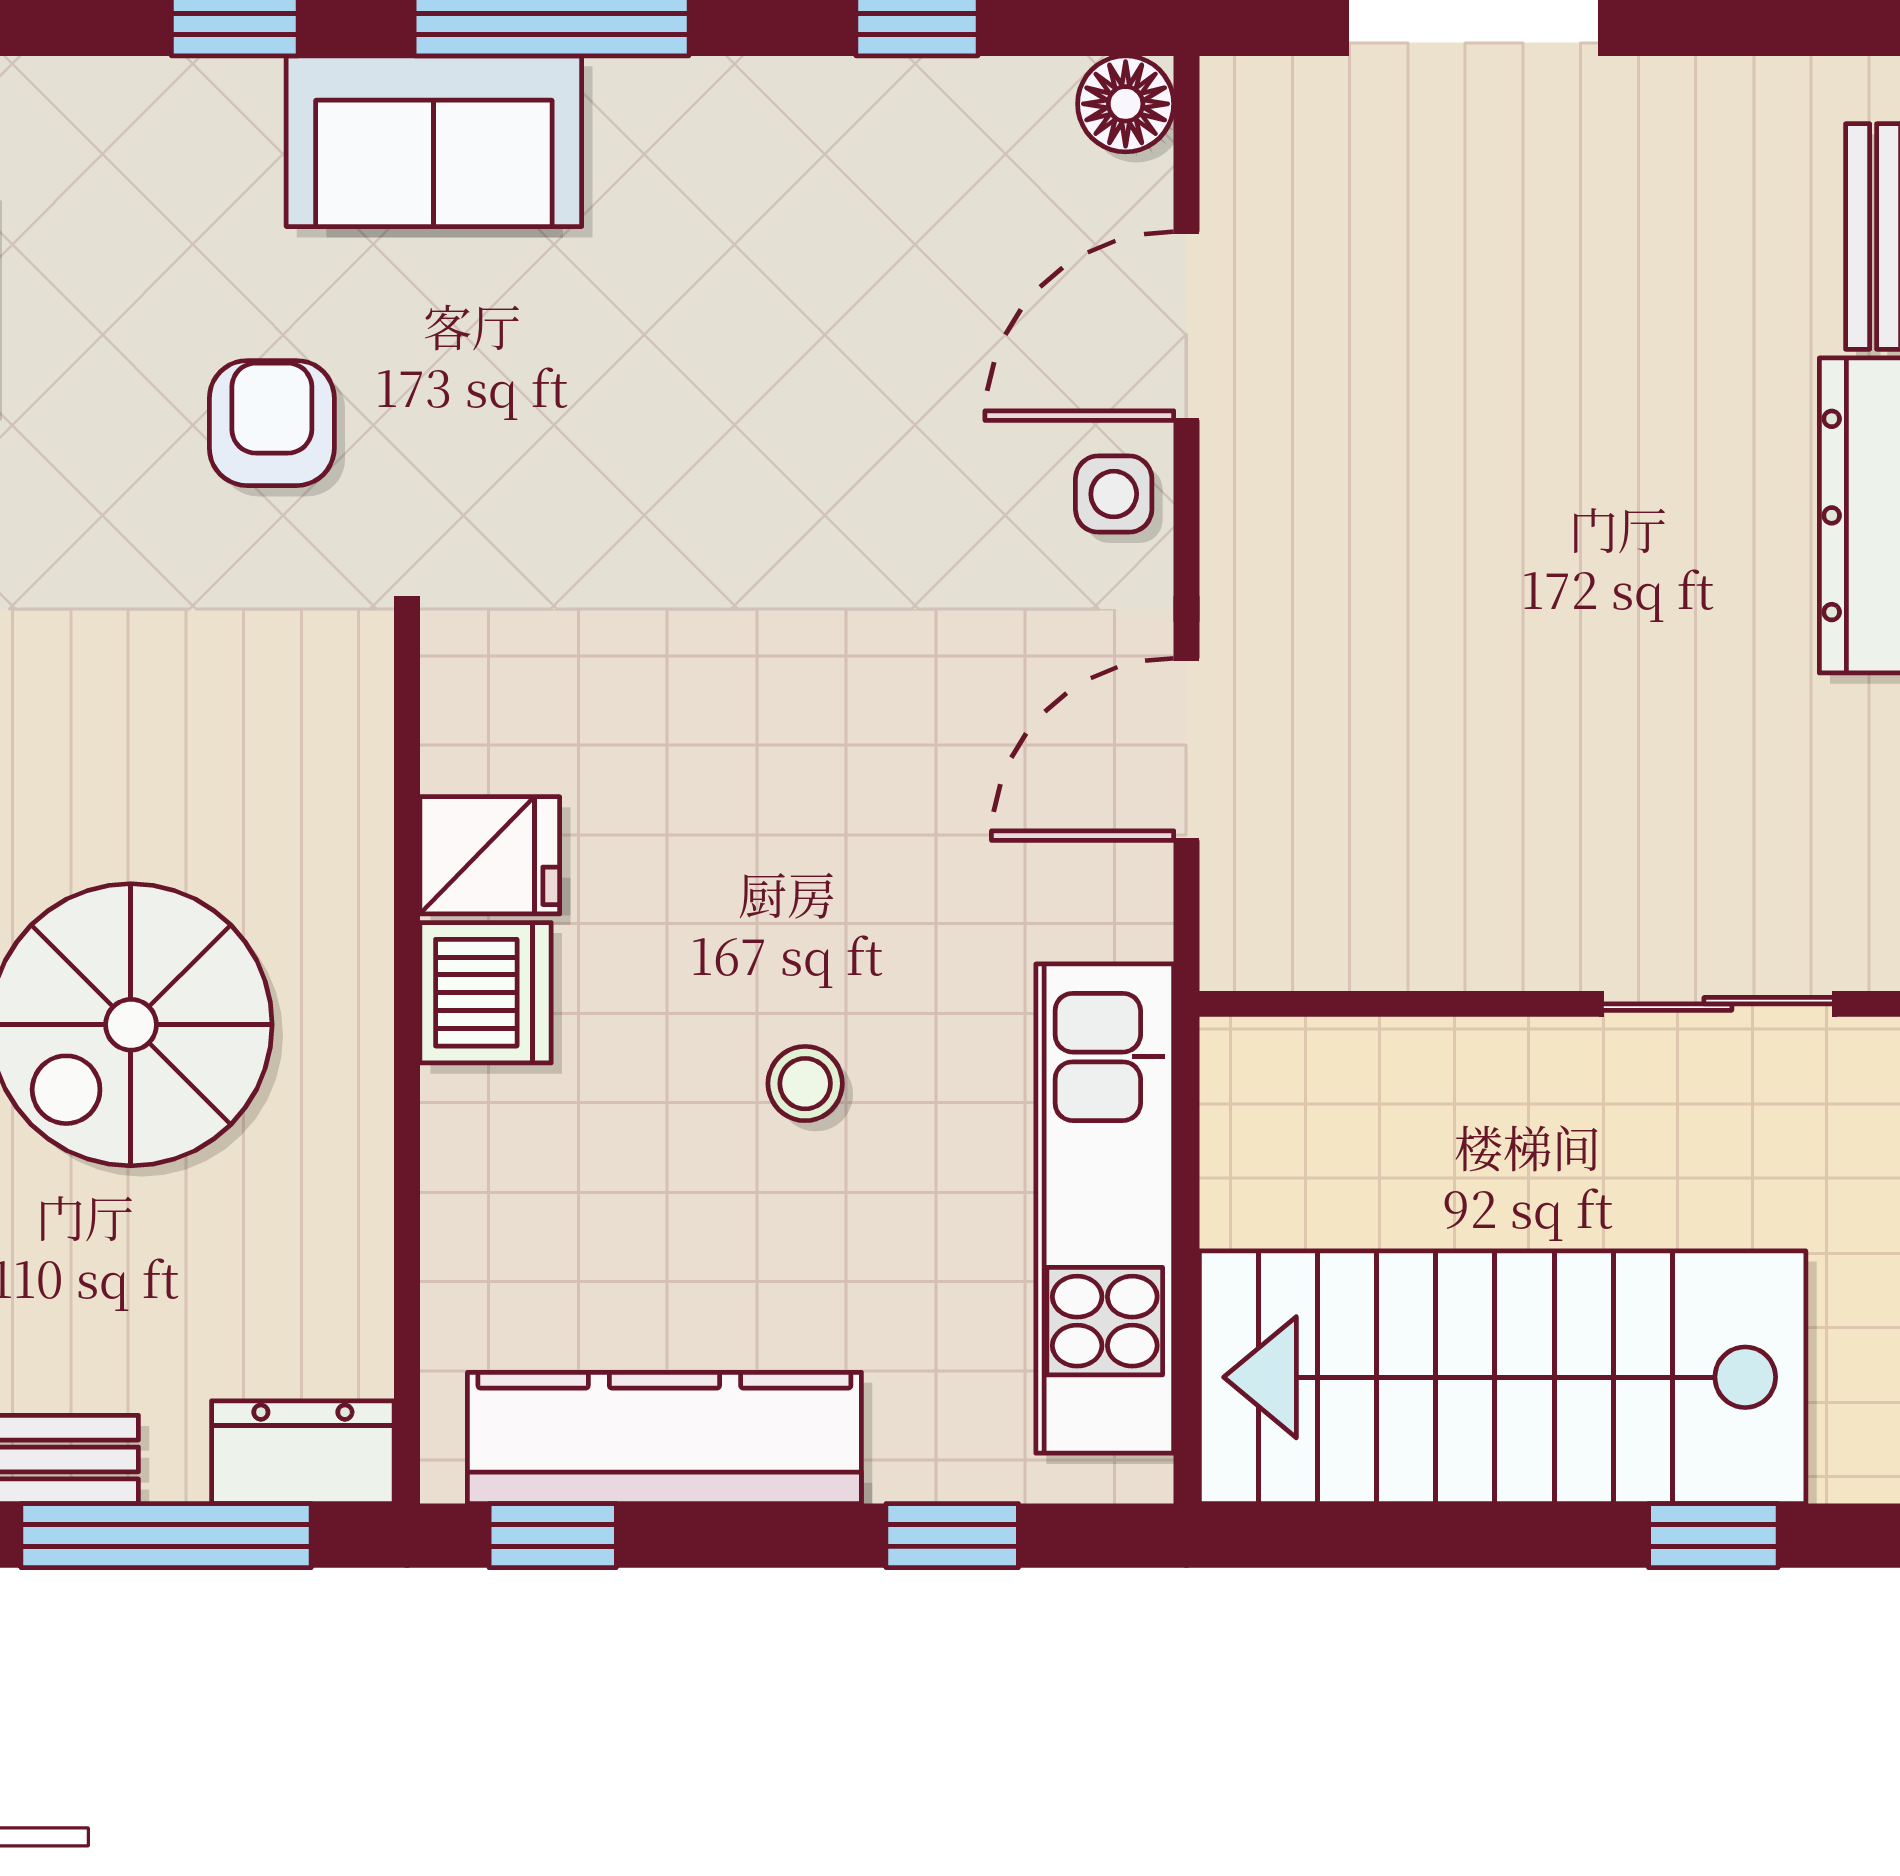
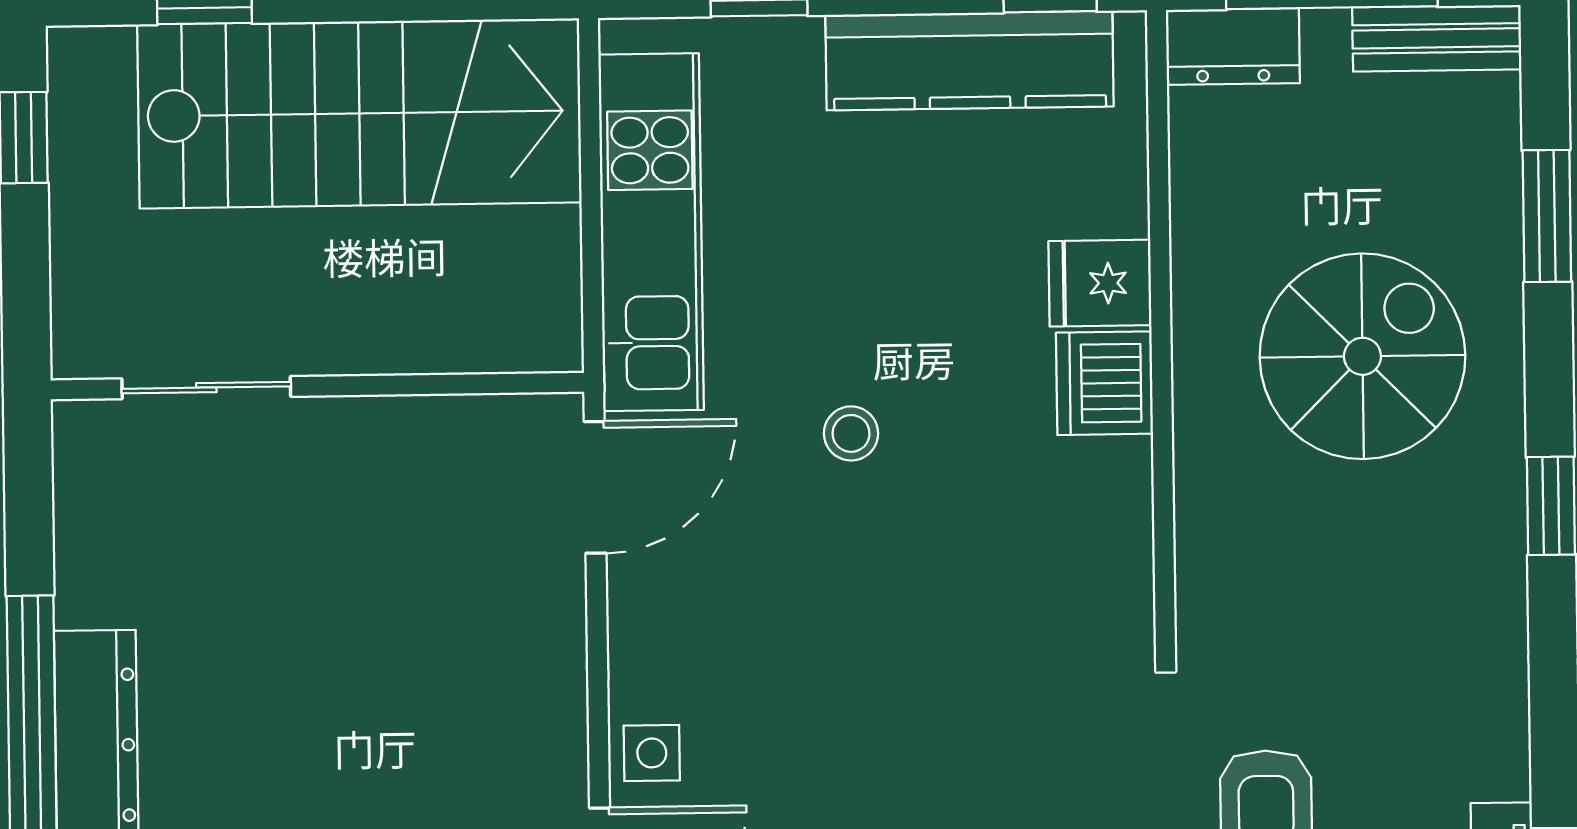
door: (1186, 749) -> (595, 487), moved
fridge: (490, 855) -> (1100, 283), moved
stool: (805, 1084) -> (851, 433), moved

